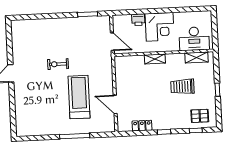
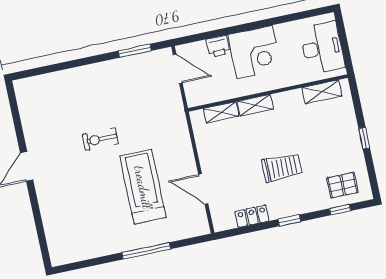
desk: (194, 39) -> (322, 48), moved, turned -90
door: (112, 42) -> (178, 69), moved
shelving: (134, 60) -> (221, 112), added
trolley: (182, 87) -> (282, 167), moved, turned 180

